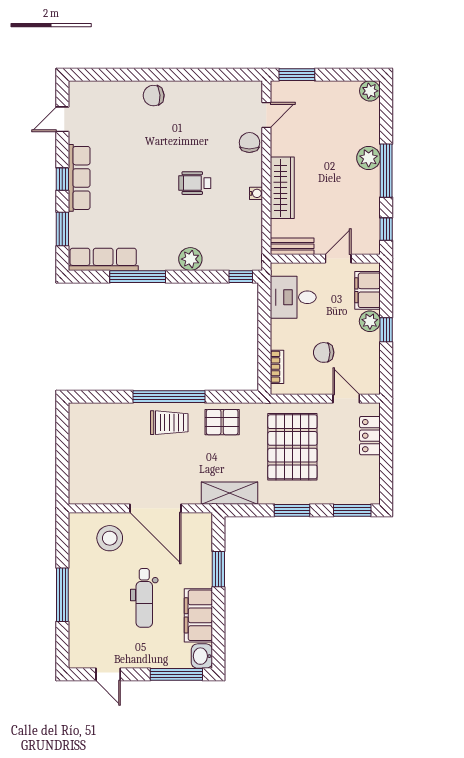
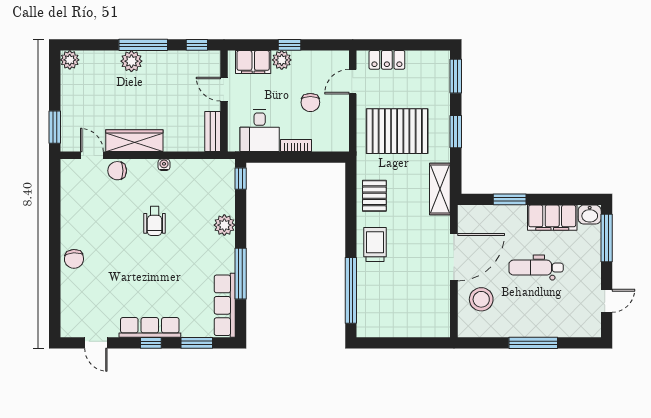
wardrobe: (282, 188) -> (134, 141), moved
bookcase: (277, 367) -> (296, 145), moved
window: (169, 397) -> (351, 290), moved
dental chair: (144, 598) -> (536, 268), turned 180

